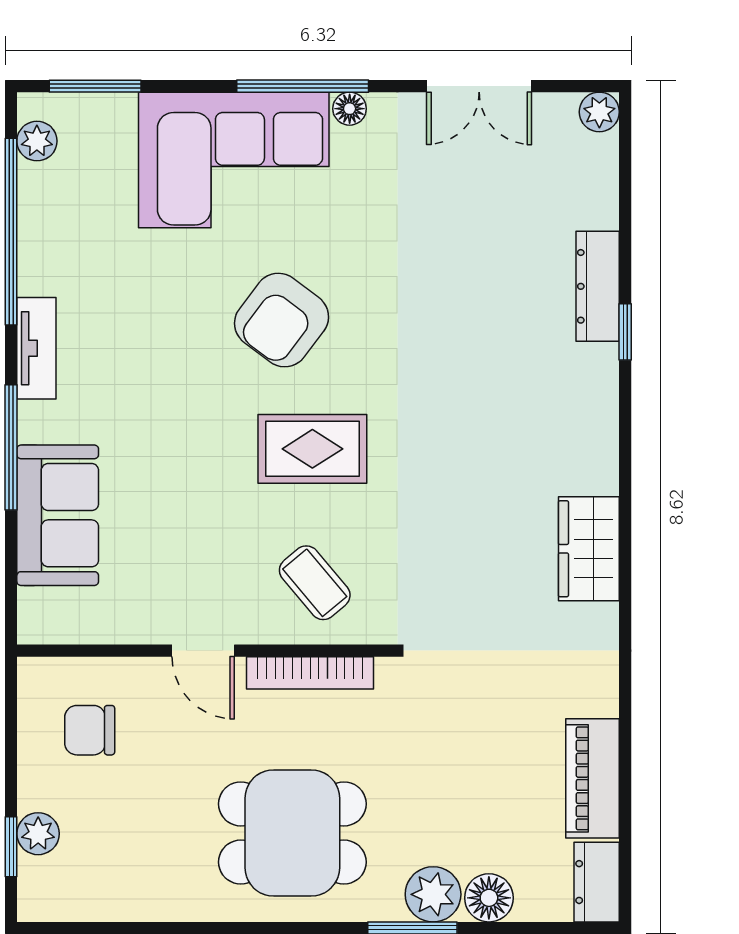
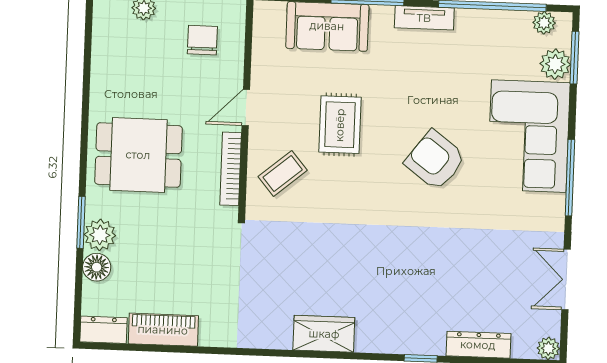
floor lamp: (350, 109) -> (556, 204), removed
plant: (108, 119) -> (555, 64), added
dresser: (598, 286) -> (478, 345), moved
rug: (312, 449) -> (340, 125), moved
wardrobe: (589, 549) -> (324, 334), moved
dining table: (292, 833) -> (138, 155), turned 90

